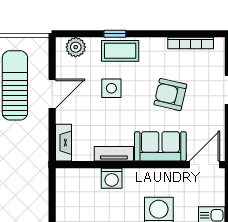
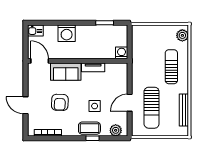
armchair: (170, 94) -> (60, 102), turned 79
fireplace: (64, 143) -> (123, 74), removed
door: (204, 165) -> (40, 61), swing flipped
washing machine: (112, 178) -> (122, 53), moved

